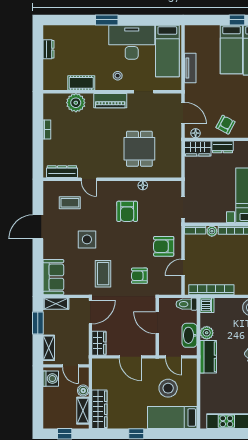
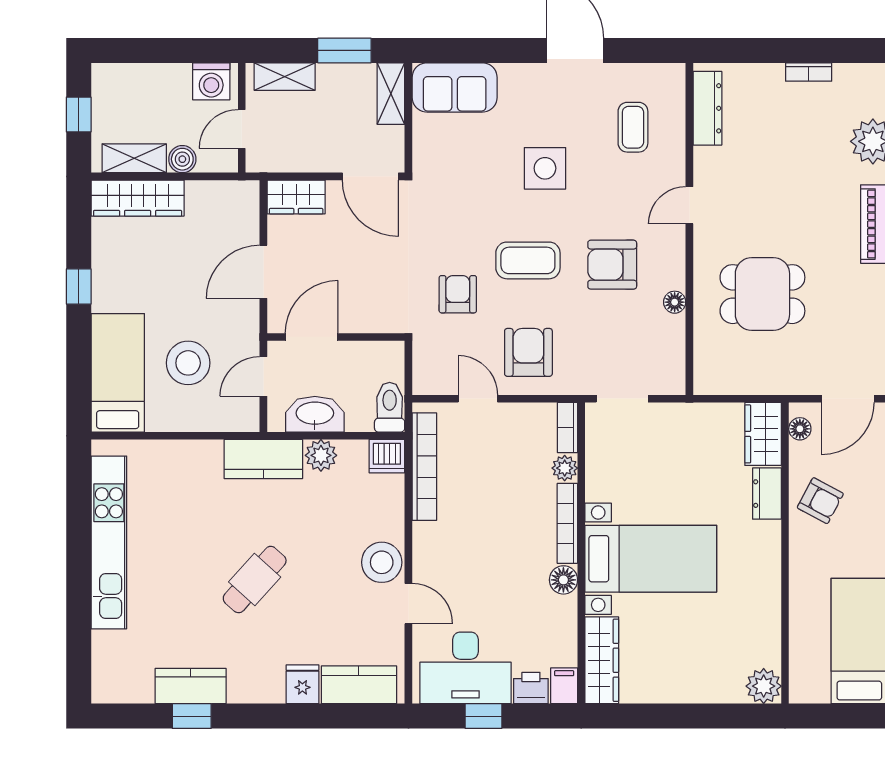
door: (89, 179) -> (689, 205), moved
coffee table: (103, 274) -> (528, 260), moved
door: (157, 323) -> (312, 337), moved

